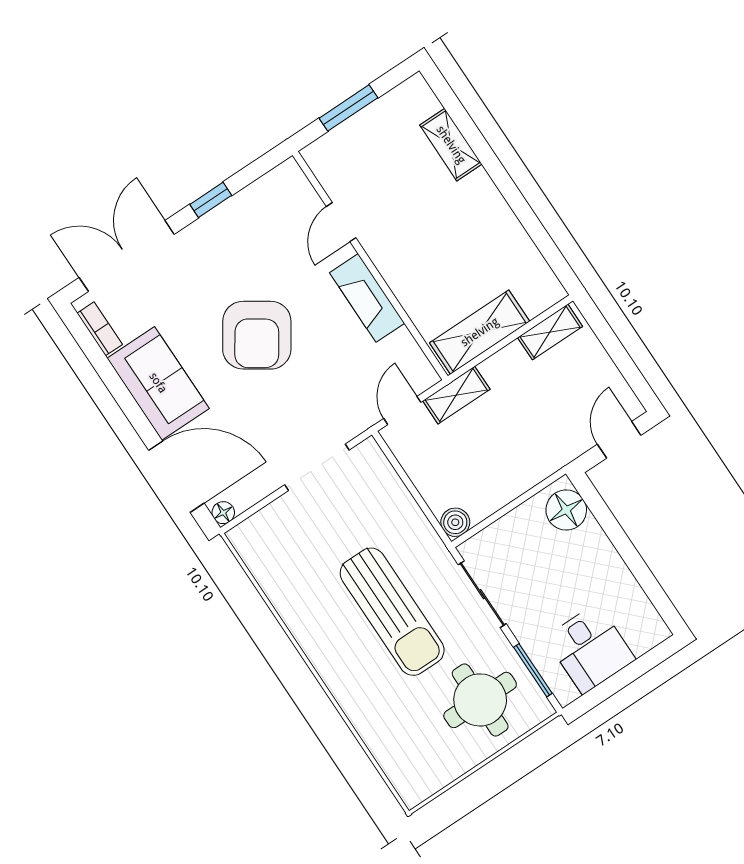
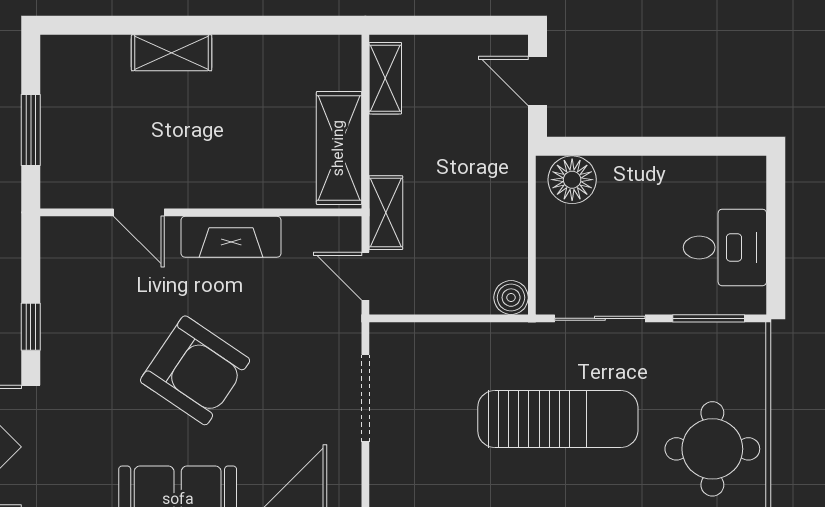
shelving: (451, 145) -> (172, 53), moved
round table: (480, 700) -> (712, 449), moved

